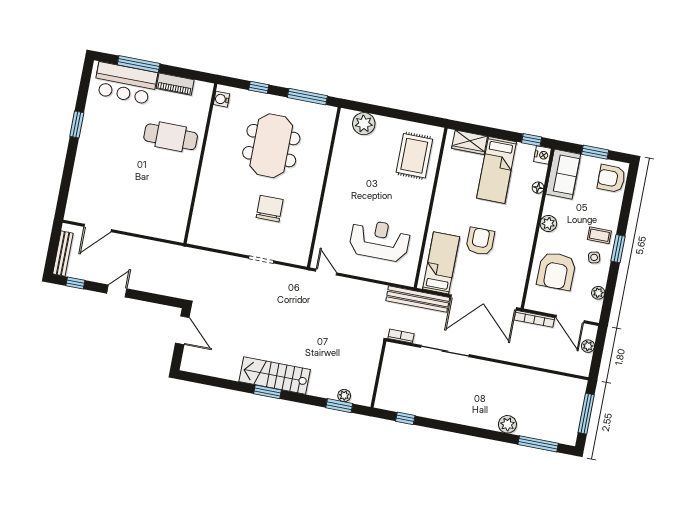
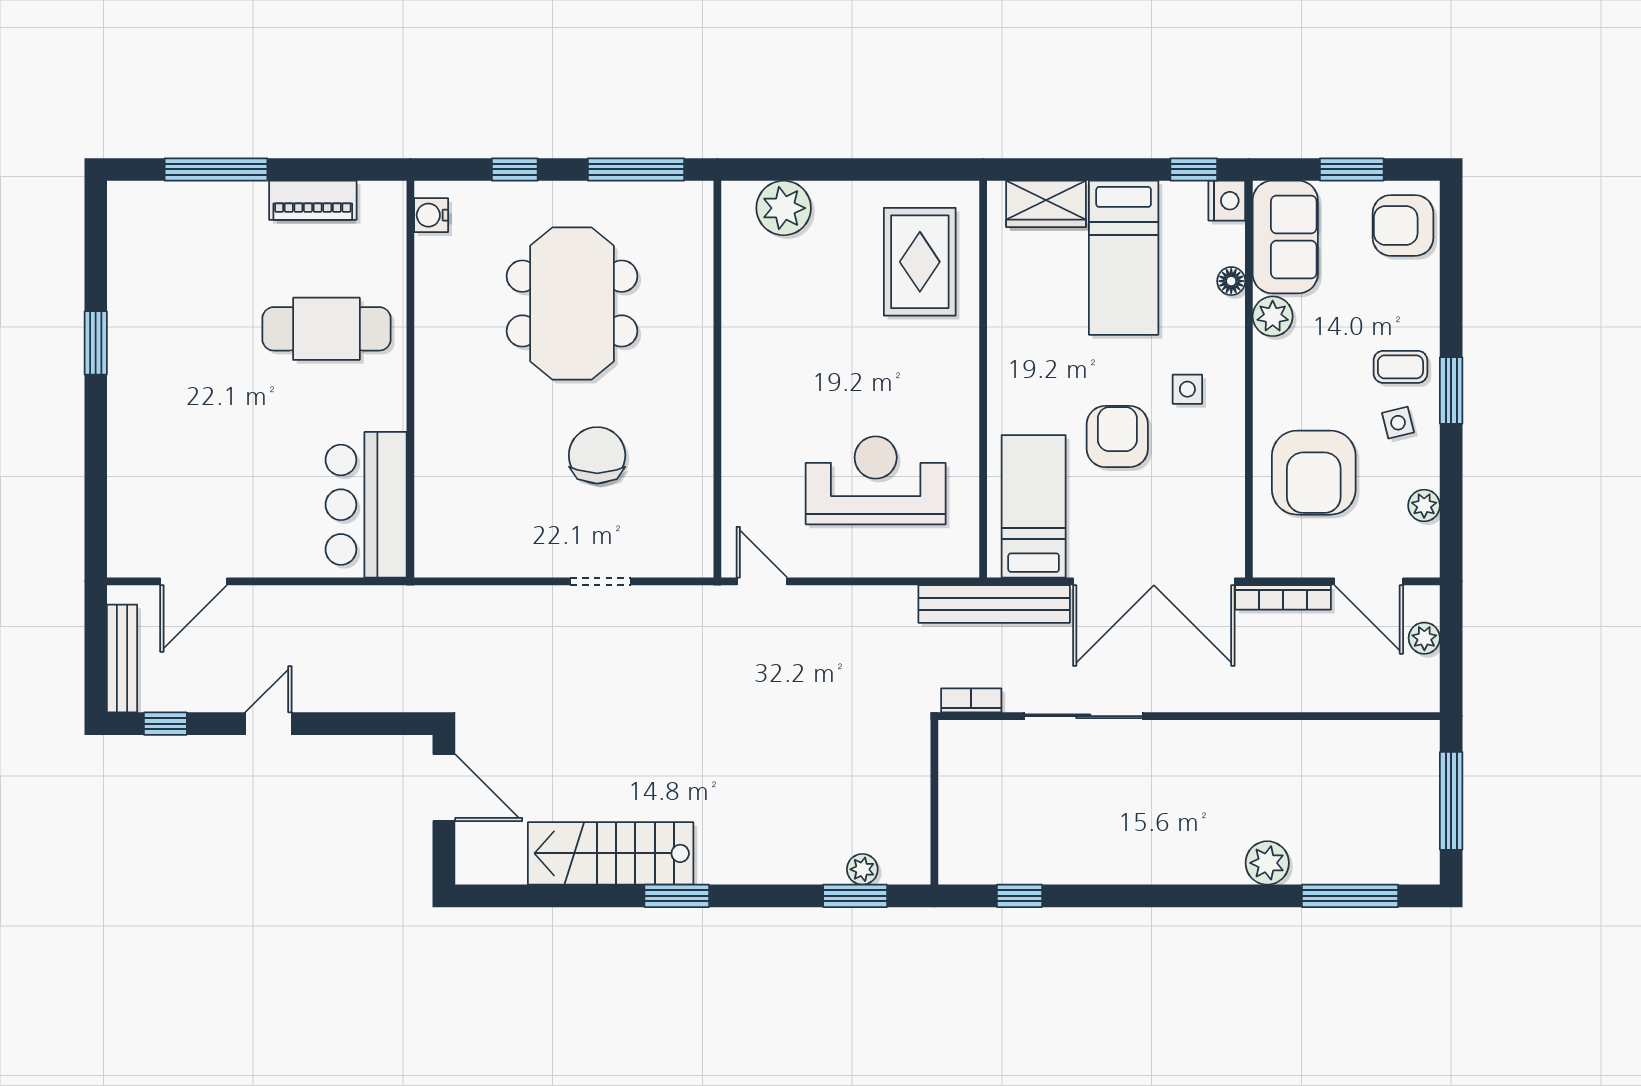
bar counter: (125, 83) -> (366, 505), moved, turned 90
plant: (548, 223) -> (1273, 316), moved
side table: (512, 228) -> (1187, 389), added
stairs: (275, 376) -> (611, 853), moved

